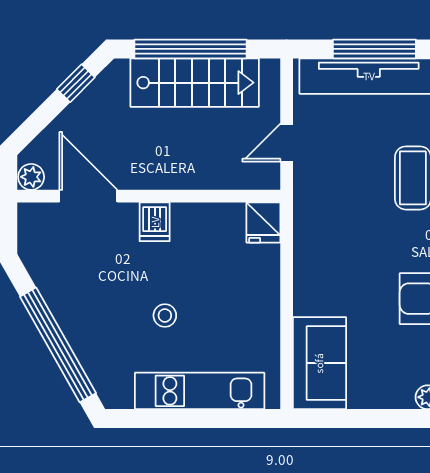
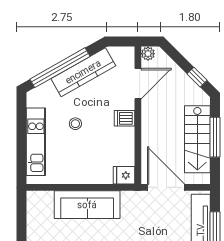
window: (191, 49) -> (215, 137), width x0.68
door: (287, 143) -> (166, 187), width x1.87
kitchen counter: (66, 300) -> (83, 72), added
sofa: (319, 363) -> (87, 205), moved, width x1.36

